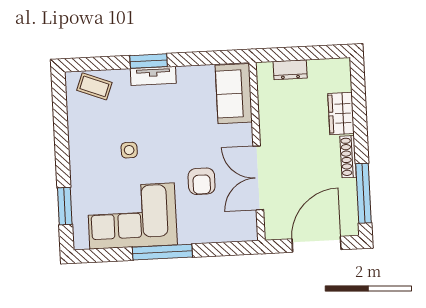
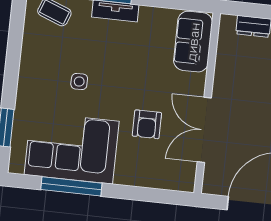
window: (162, 252) -> (71, 186), moved

